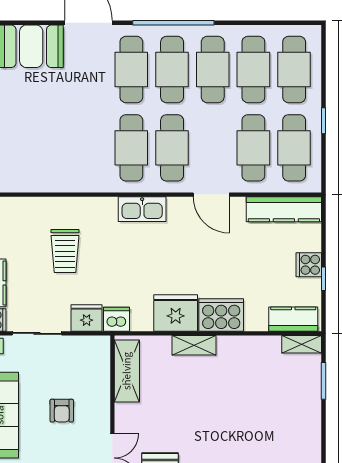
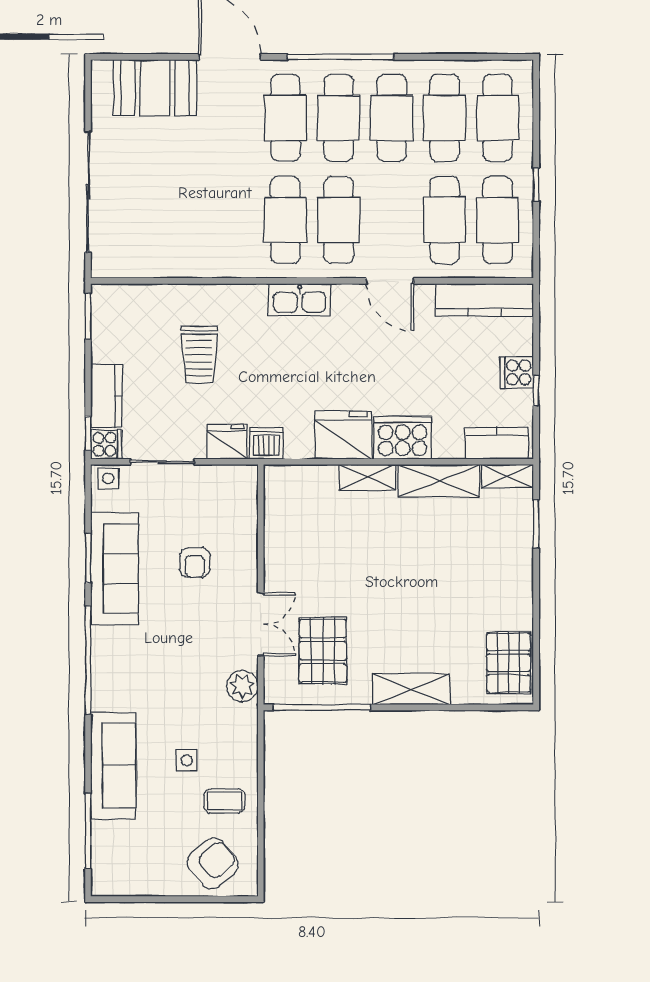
shelving: (127, 371) -> (439, 481), moved, turned 90

